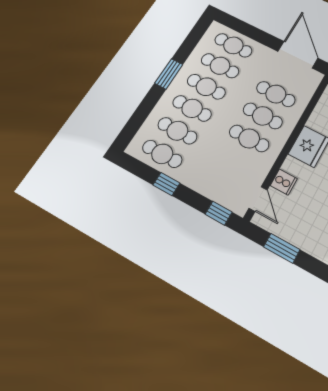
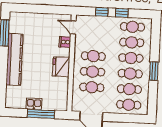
window: (219, 213) -> (102, 12), moved
window: (282, 248) -> (50, 9), removed

